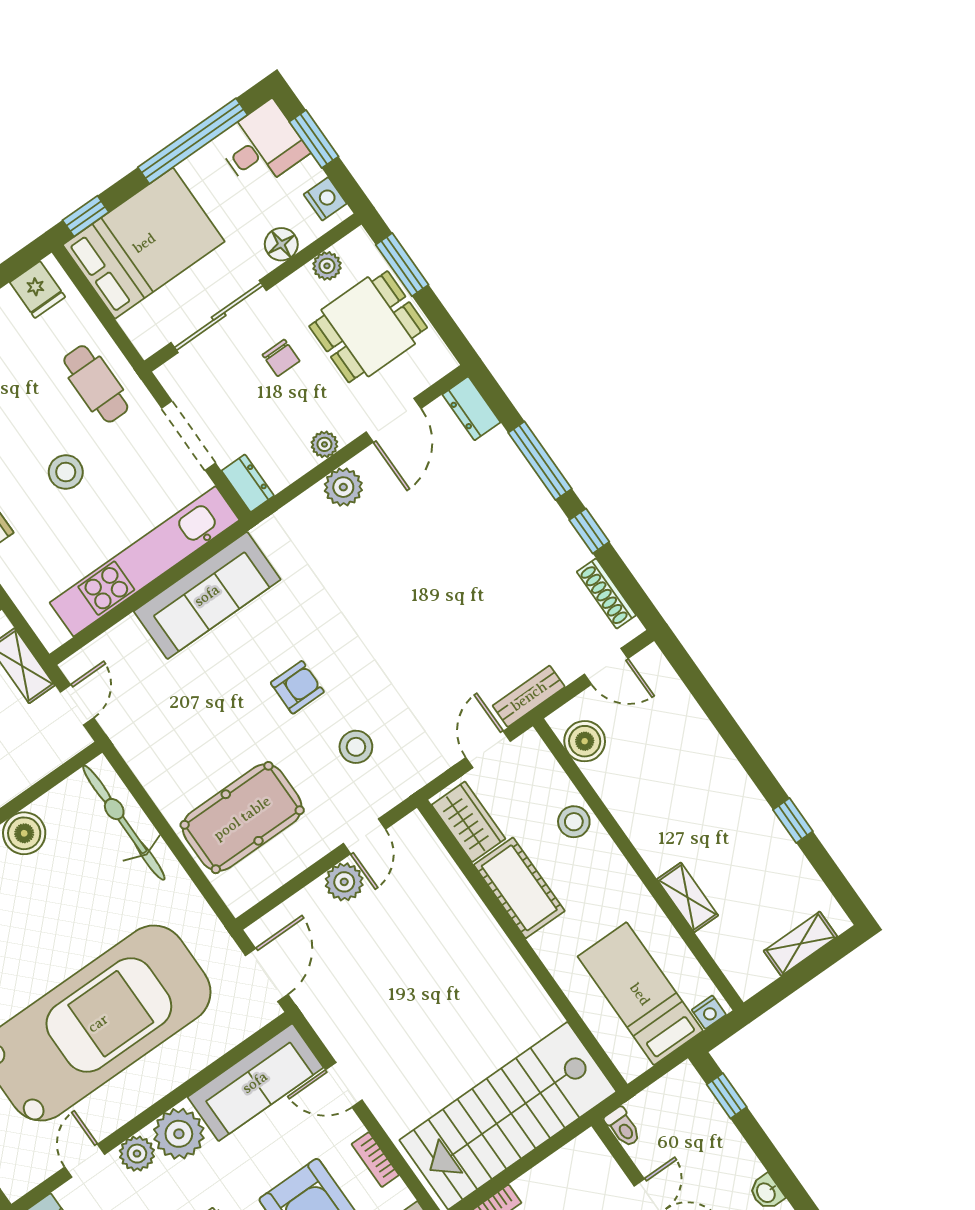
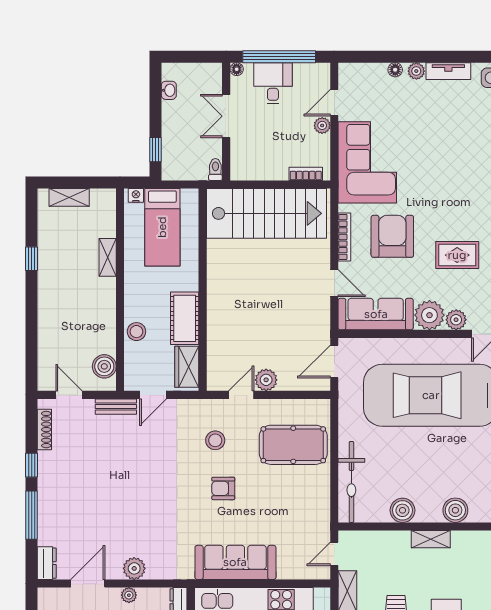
bookcase: (375, 1160) -> (344, 237), width x1.56

